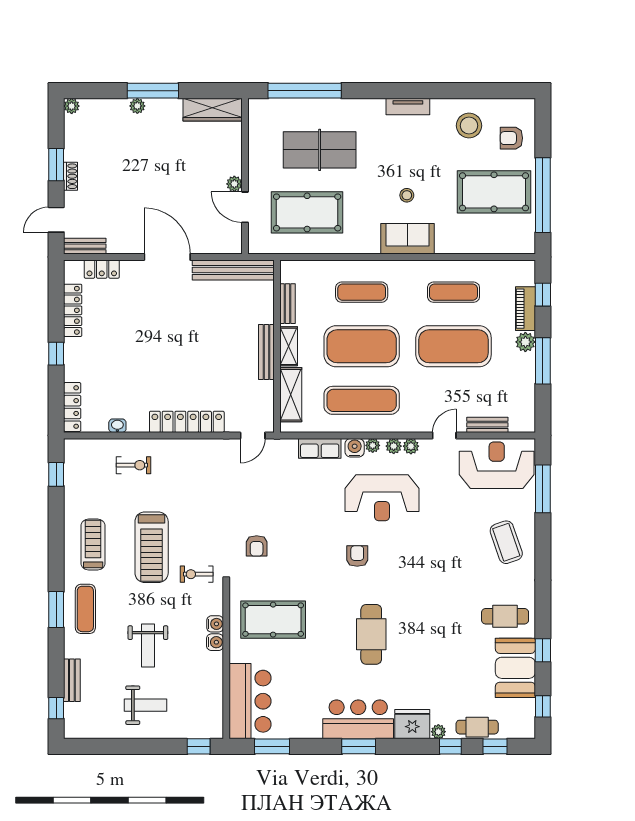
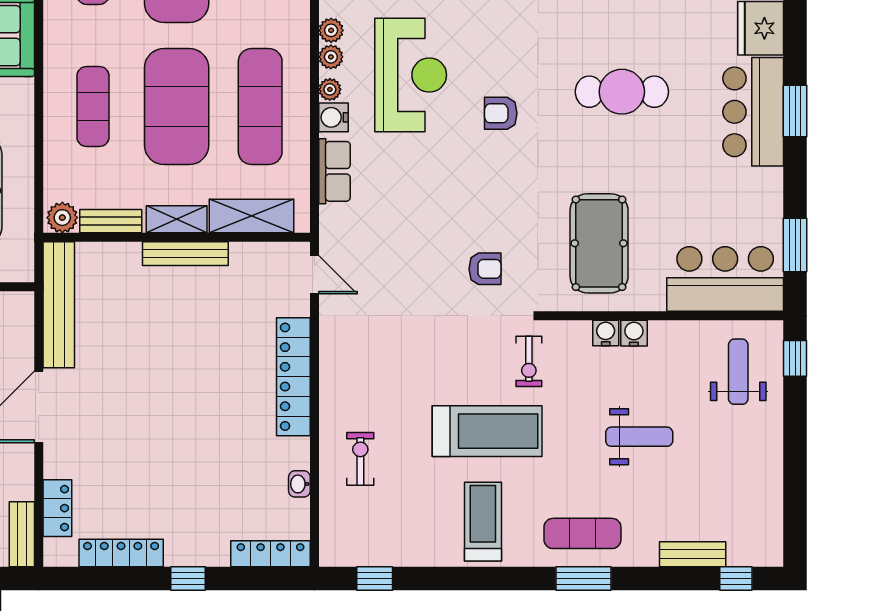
plant: (290, 272) -> (62, 218), added
treadmill: (93, 545) -> (483, 522), turned 90
weight bench: (146, 705) -> (738, 372), moved

